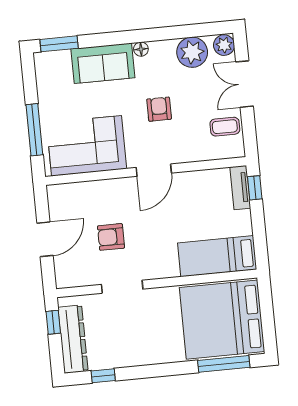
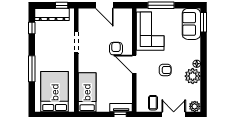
plant: (192, 52) -> (193, 76), moved
sofa: (103, 63) -> (191, 24), moved
armchair: (111, 237) -> (116, 49), moved
bed: (222, 320) -> (55, 92), width x0.73
window: (224, 364) -> (32, 69), moved

